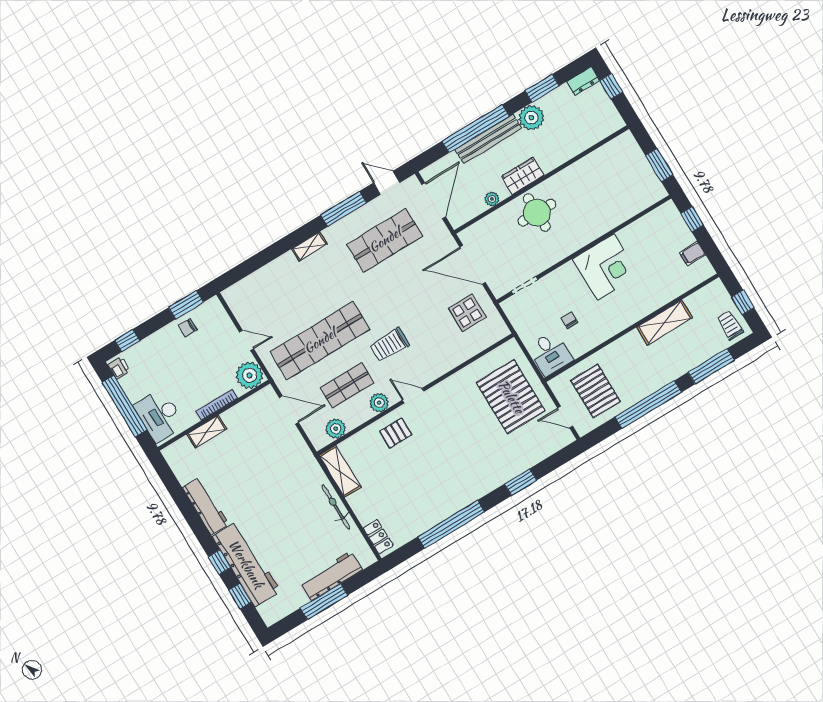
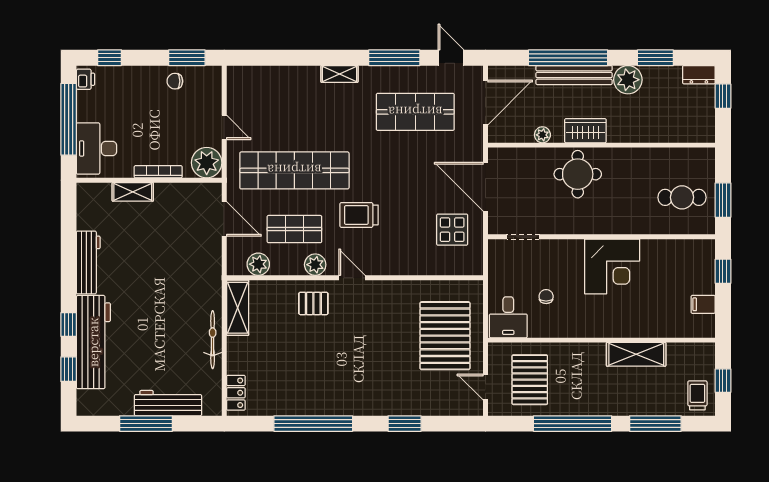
cafe table: (627, 182) -> (682, 197), added

